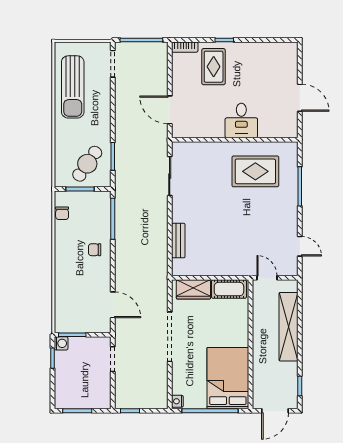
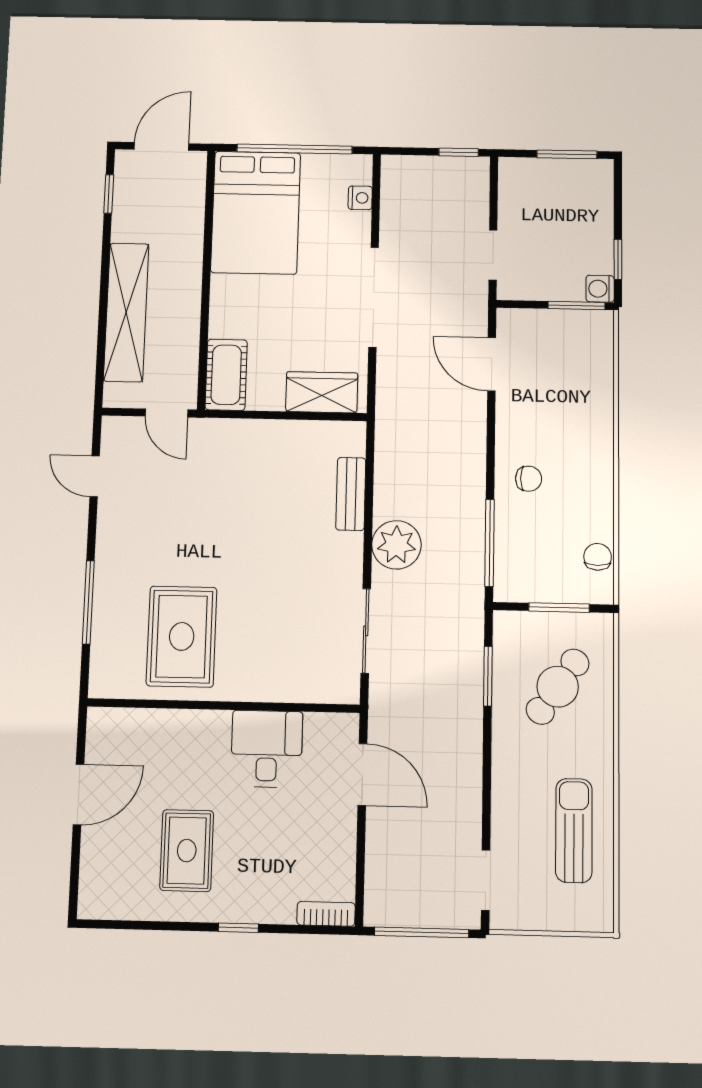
rug: (214, 67) -> (187, 851), moved
sun lounger: (73, 87) -> (574, 830), width x0.73, depth x0.75
door: (300, 98) -> (79, 794), swing flipped
desk: (241, 121) -> (267, 749), moved
cafe table: (87, 164) -> (558, 687), moved
rug: (255, 171) -> (182, 636), turned 90
plant: (156, 217) -> (396, 545), added
cot: (229, 289) -> (226, 375), moved, turned 90
nightstand: (177, 401) -> (360, 198), moved

